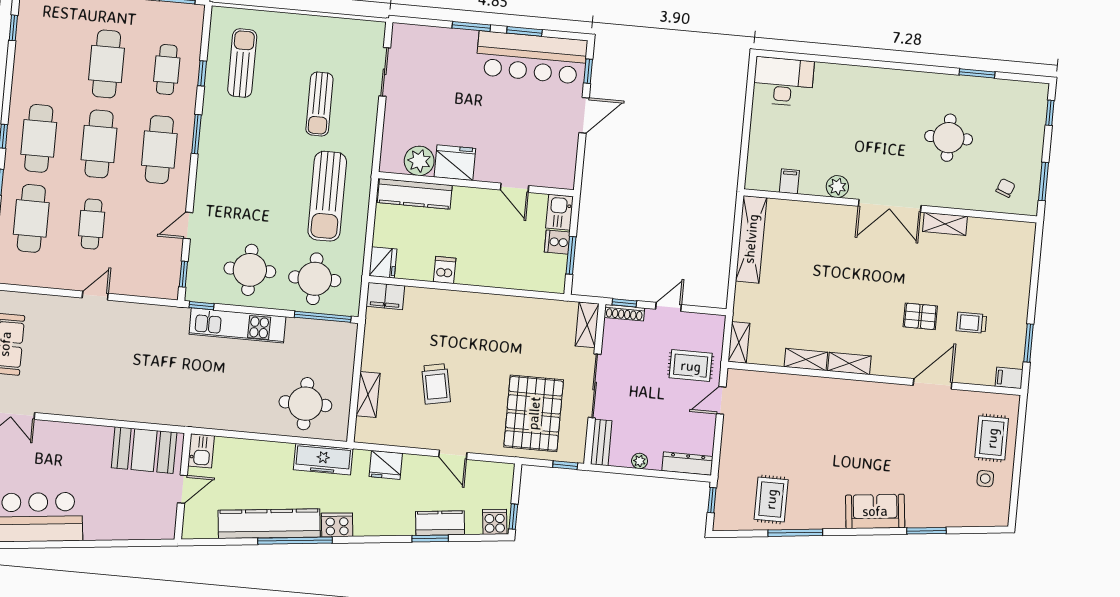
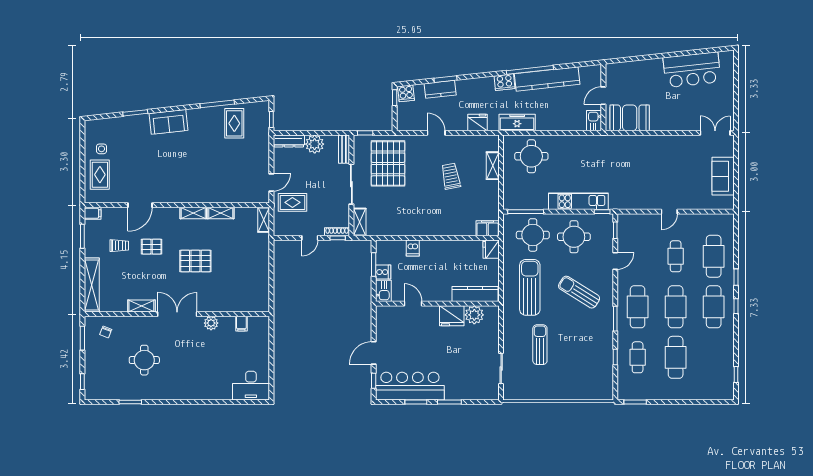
sun lounger: (242, 63) -> (579, 292), moved, turned 122
shelving: (751, 239) -> (92, 285), moved
dishwasher: (445, 270) -> (413, 248), moved
pallet: (853, 287) -> (195, 261), added
plant: (640, 461) -> (315, 144), width x1.87, depth x1.87

